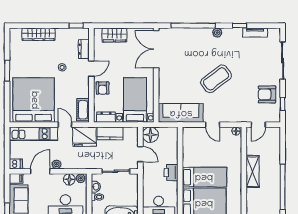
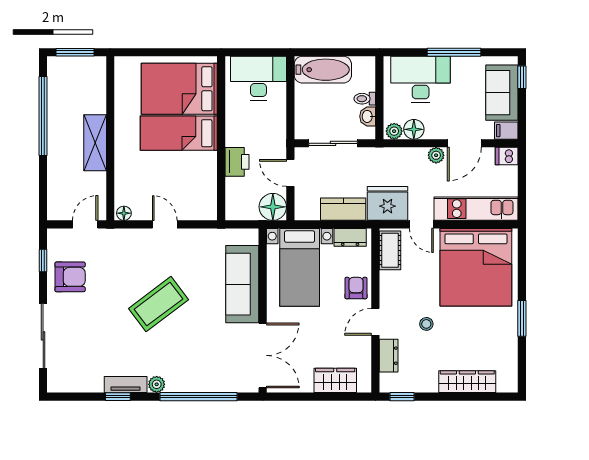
tv unit: (255, 33) -> (126, 385), moved
sofa: (181, 113) -> (242, 284), moved, turned 90
printer: (171, 173) -> (237, 162), moved

